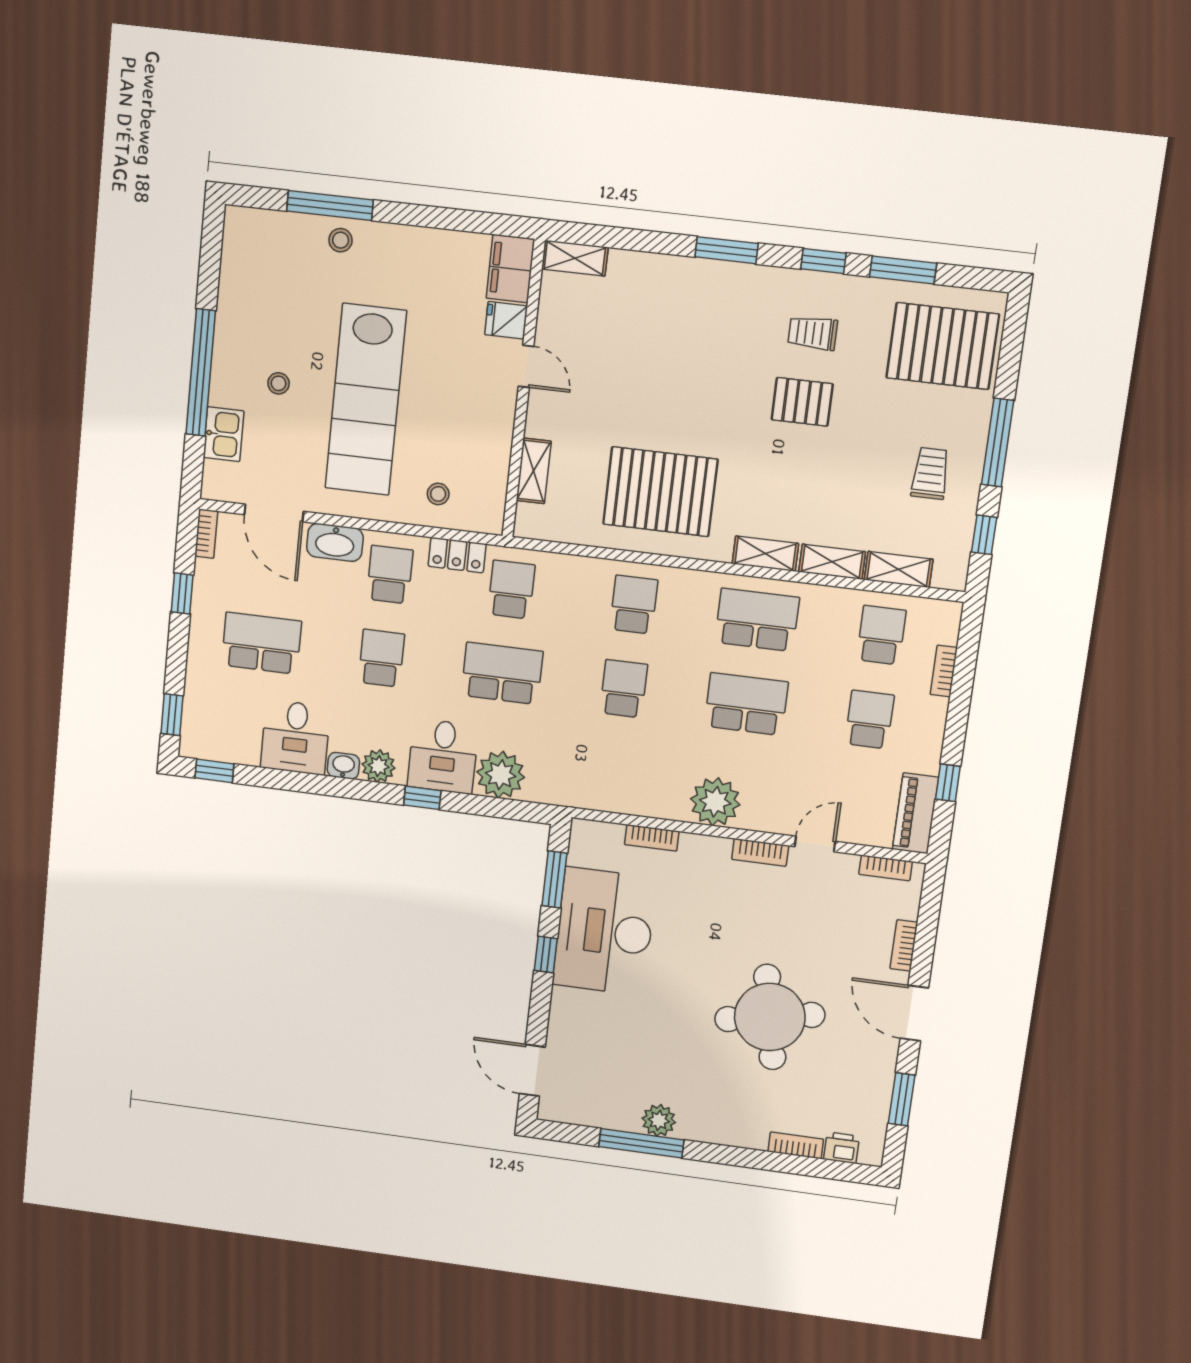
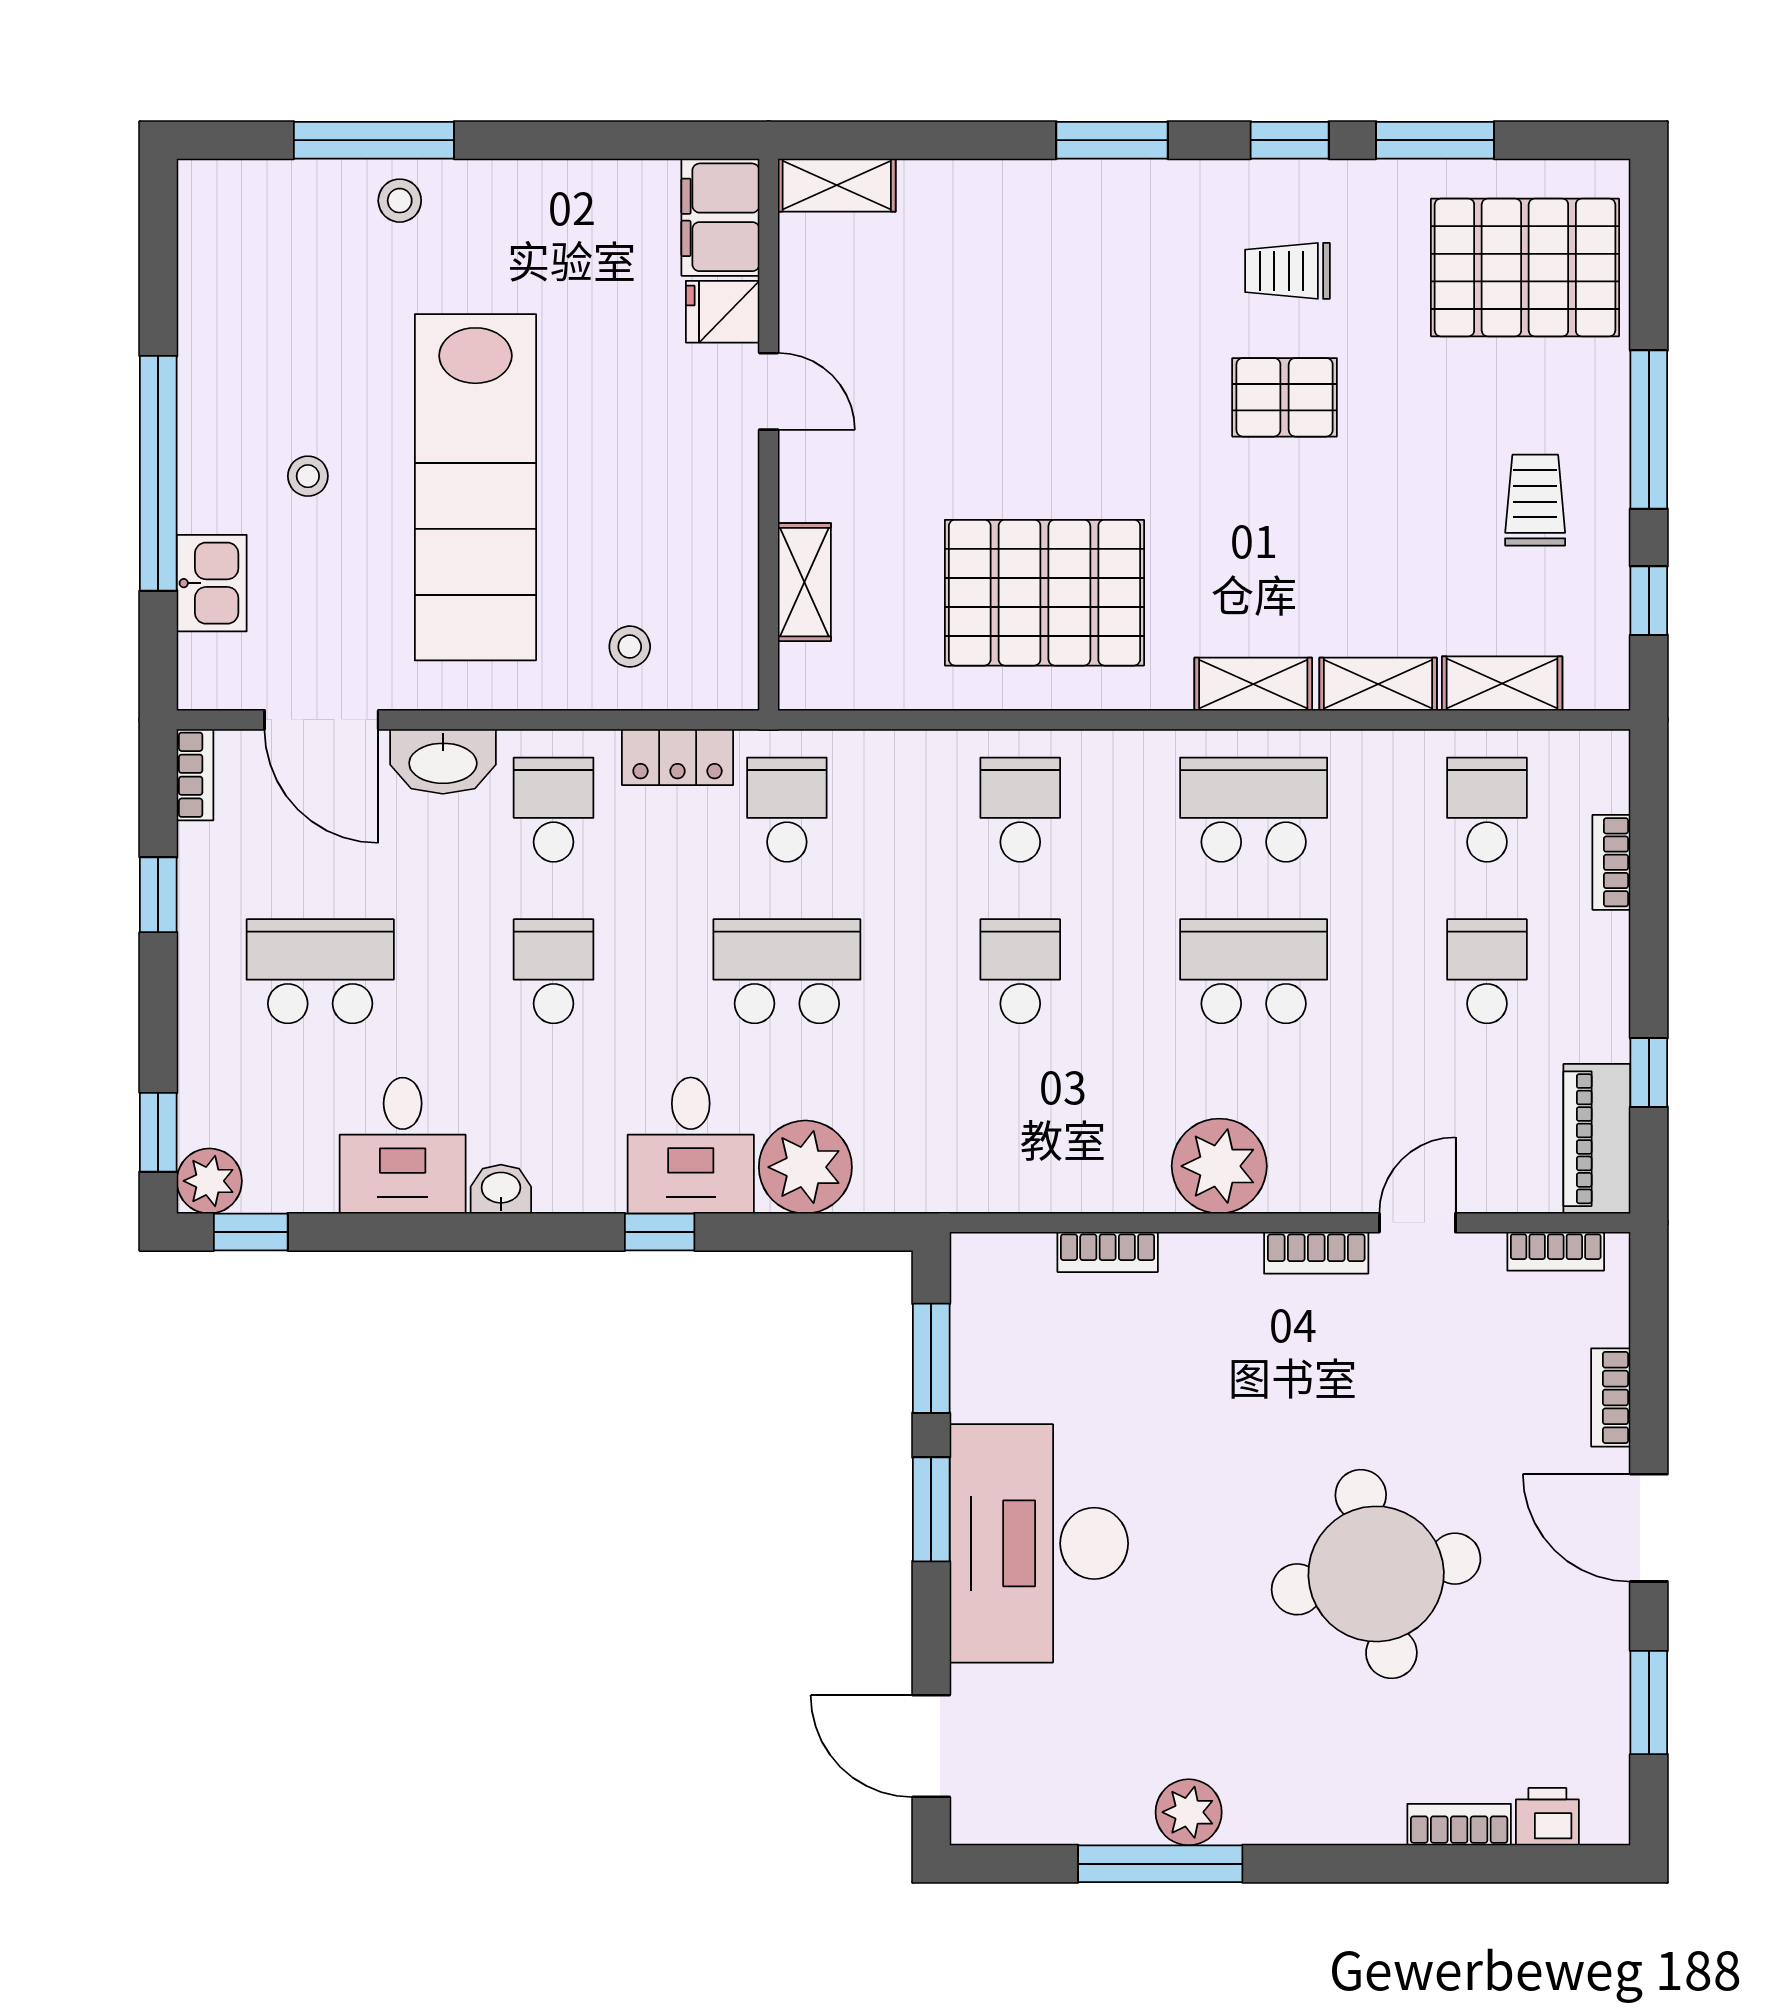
plant: (378, 766) -> (209, 1181), moved
desk: (604, 931) -> (1039, 1543), moved
window: (546, 955) -> (931, 1509), width x1.50

